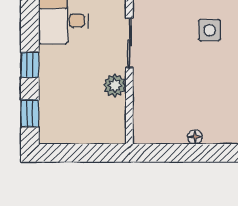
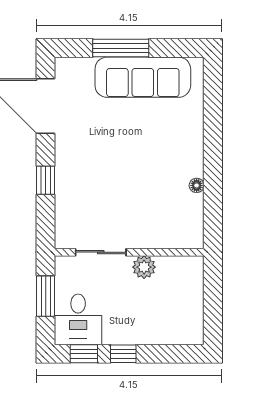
side table: (210, 30) -> (88, 170), removed
window: (30, 113) -> (84, 354), moved

